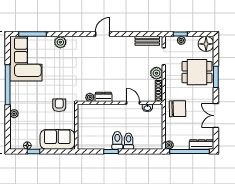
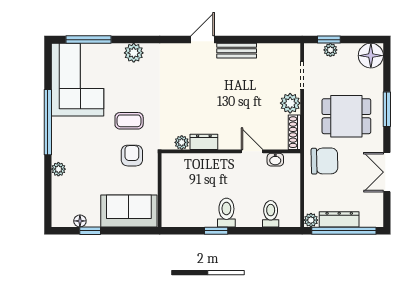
bench: (147, 41) -> (237, 51), moved
dining table: (197, 72) -> (346, 116), moved
coffee table: (57, 84) -> (129, 121), added
toilet: (129, 141) -> (271, 214), moved
dresser: (201, 144) -> (339, 219), moved

